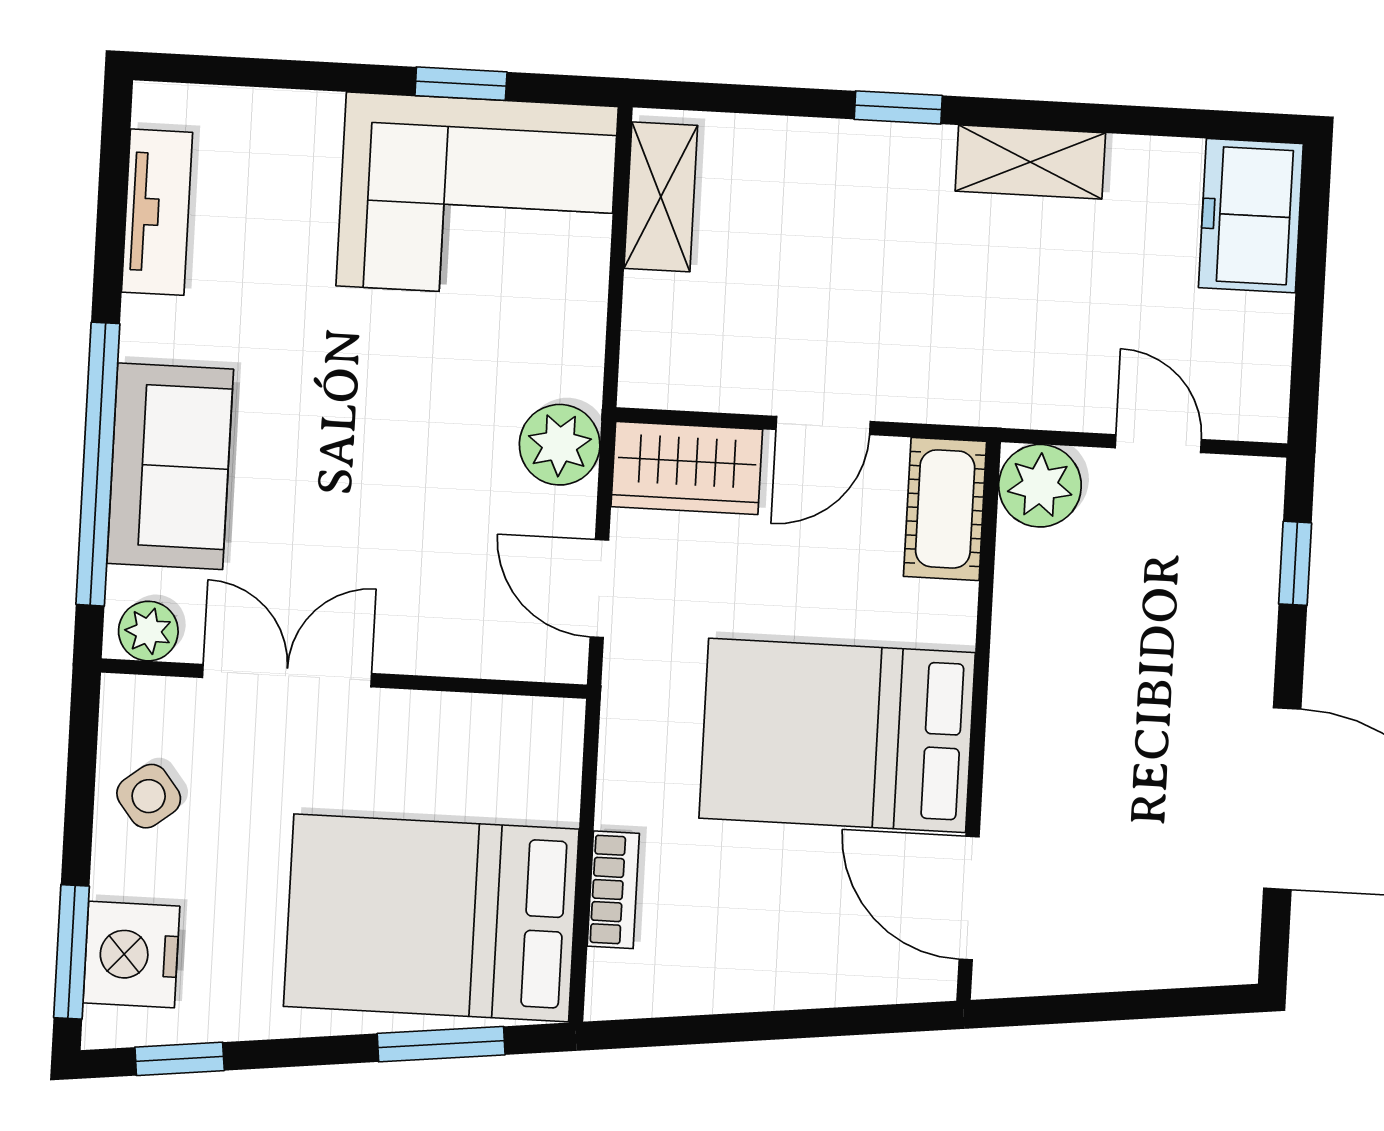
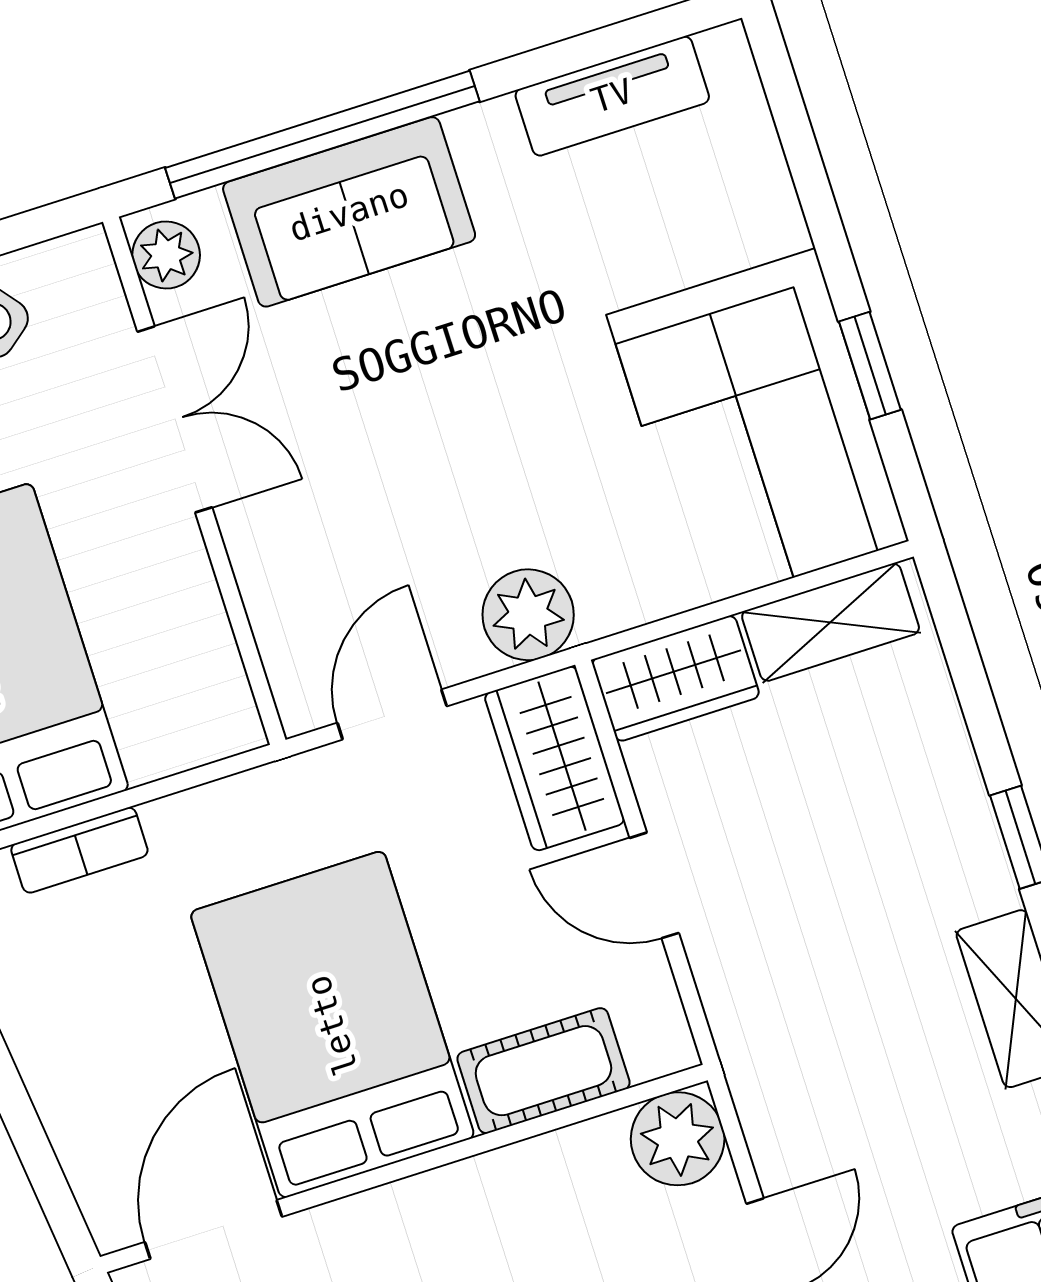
wardrobe: (658, 343) -> (676, 678), added
cot: (945, 509) -> (543, 1071), moved

